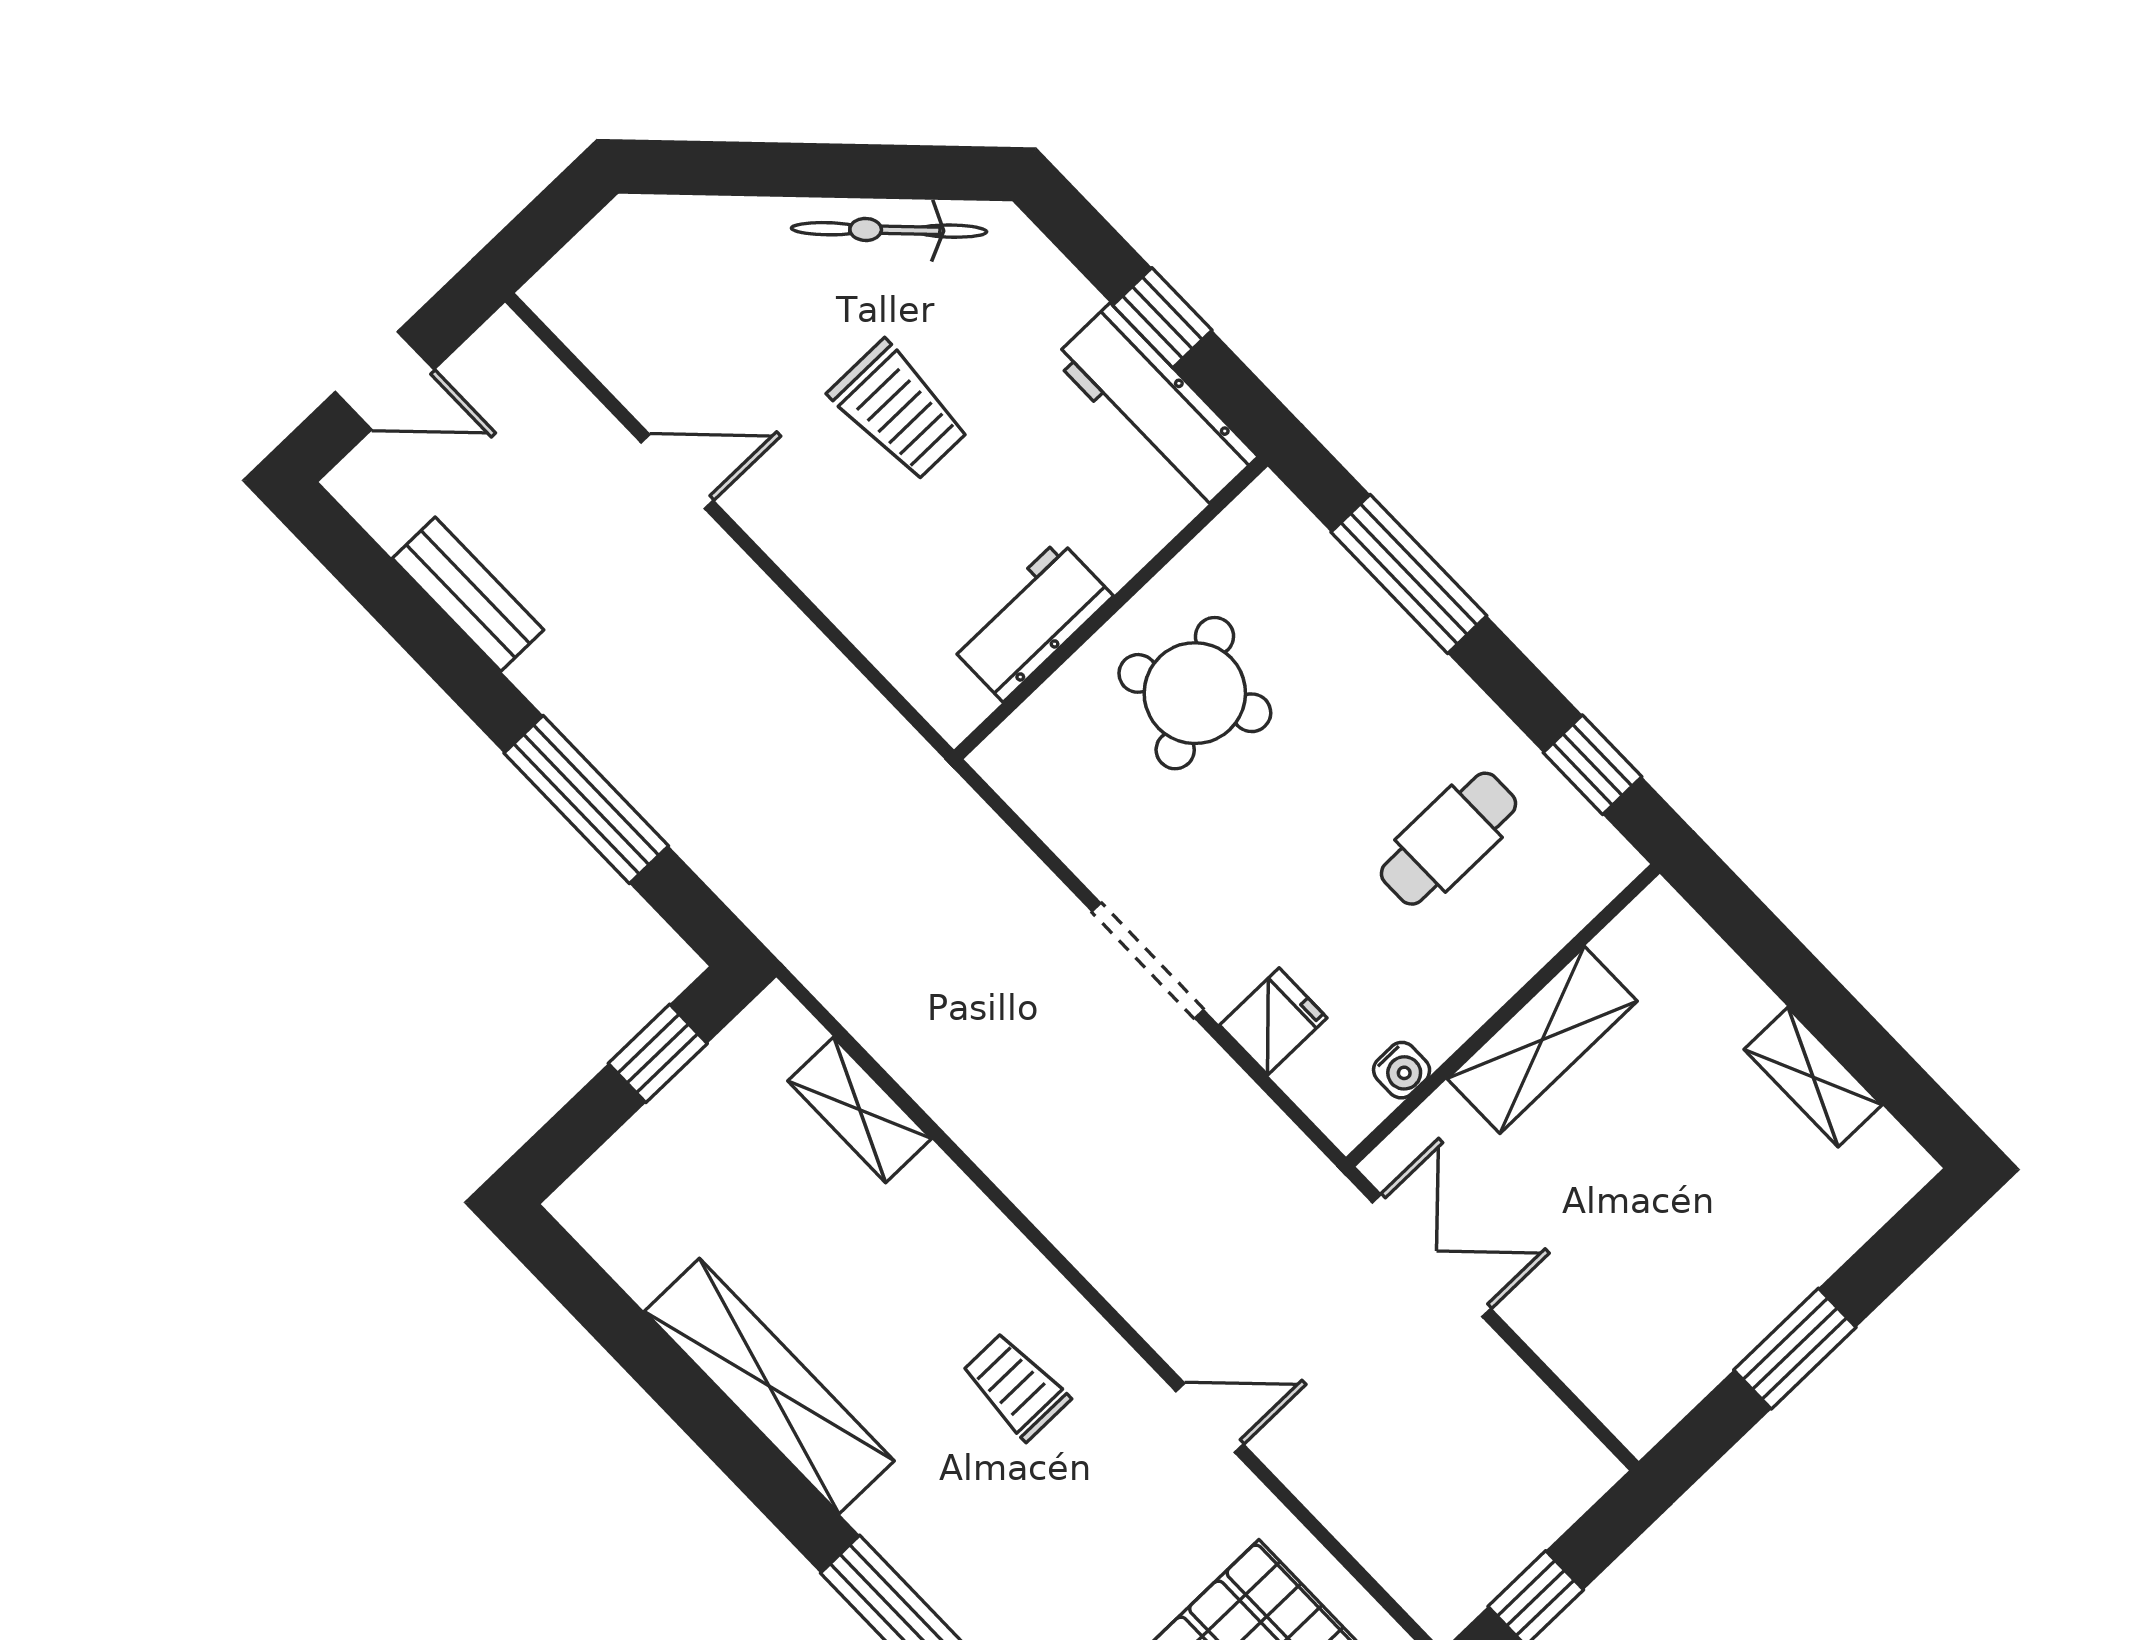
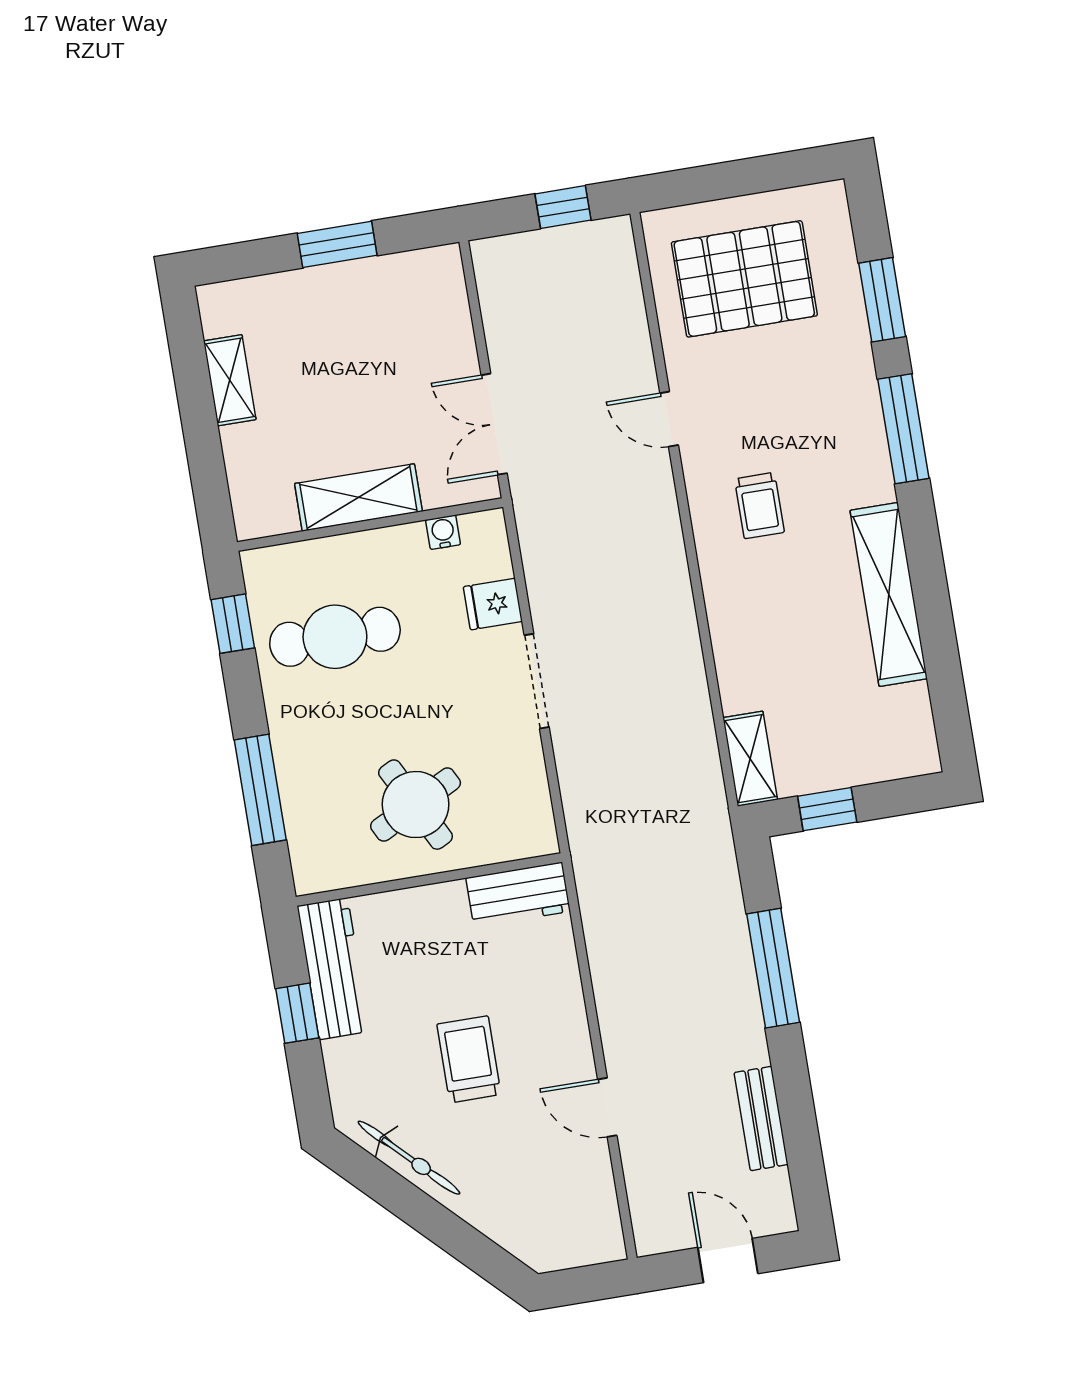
workbench: (1031, 620) -> (518, 895), moved
cafe table: (1449, 839) -> (335, 637), width x1.37, depth x1.35
shelving: (860, 1110) -> (750, 759), moved

